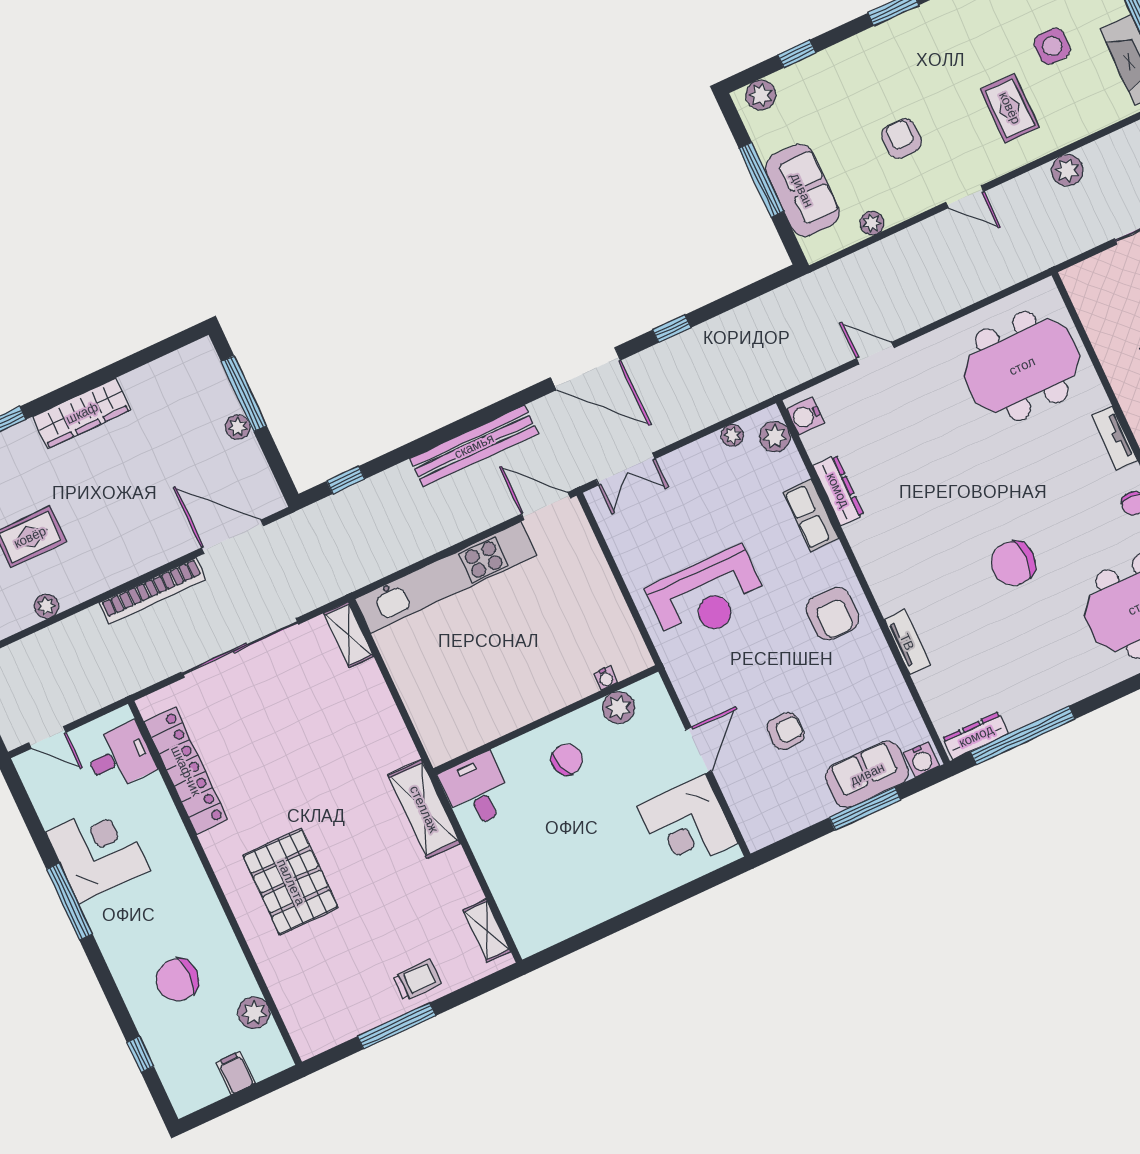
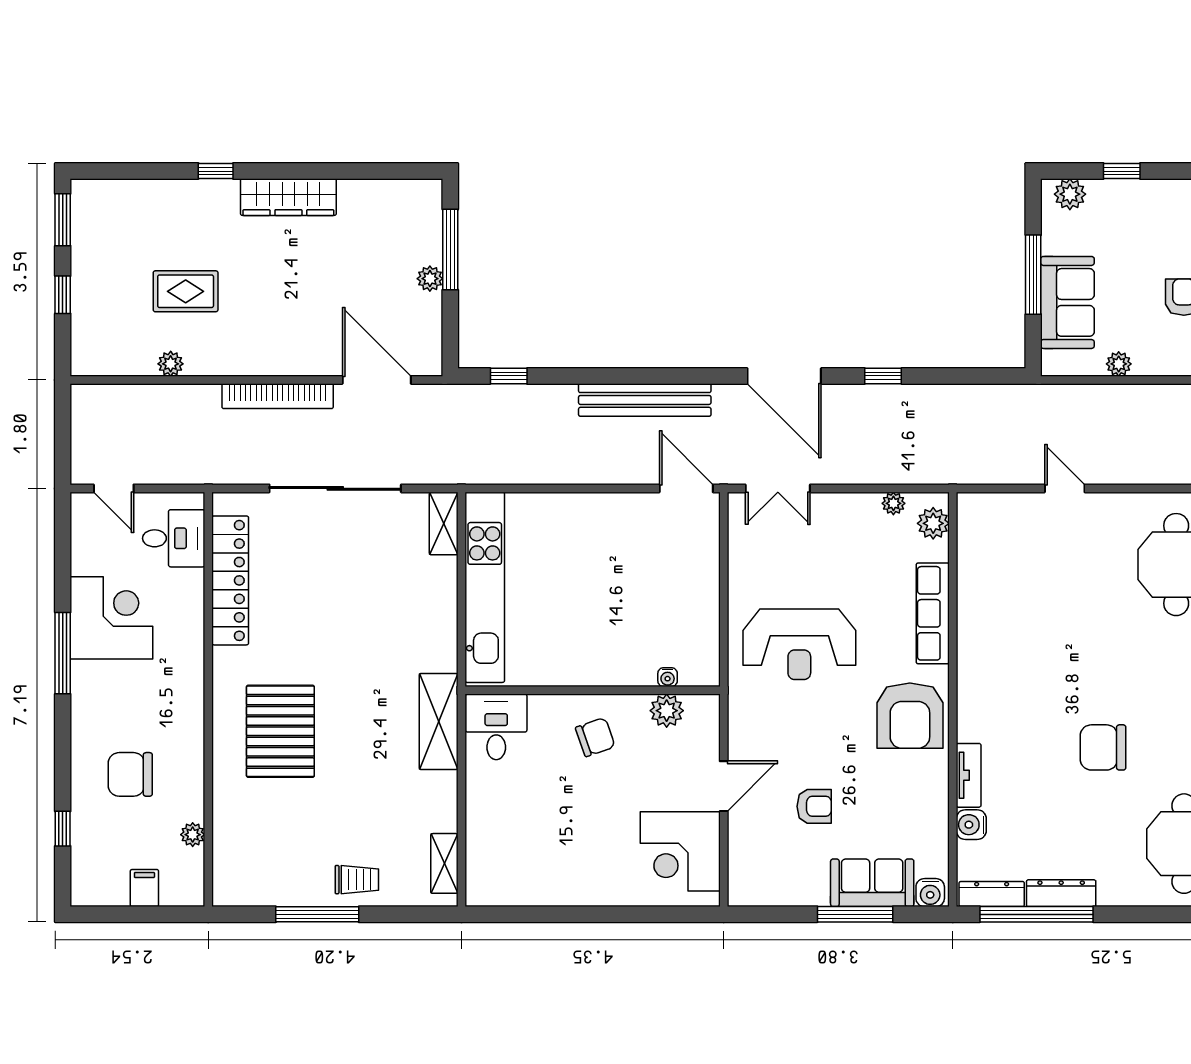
water cooler: (805, 416) -> (971, 825), moved
dresser: (838, 490) -> (1061, 893), moved, turned -90
row of seats: (811, 515) -> (933, 613), width x1.48
kitchen unit: (446, 577) -> (485, 587), moved, turned -90
armchair: (832, 614) -> (910, 716), width x1.36, depth x1.36
plant: (254, 1013) -> (193, 835), width x0.73, depth x0.73

